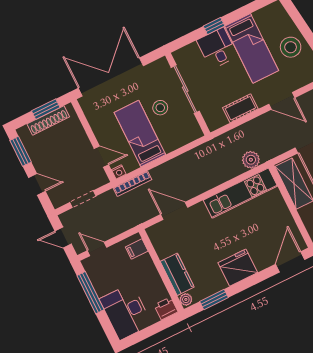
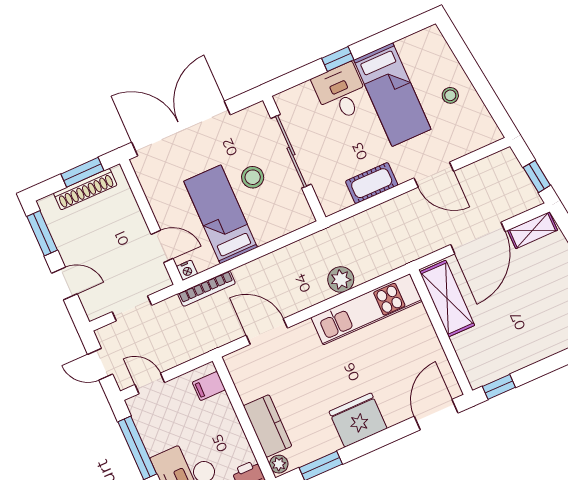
stool: (291, 47) -> (450, 95), width x0.53, depth x0.53
plant: (251, 160) -> (341, 279), moved

